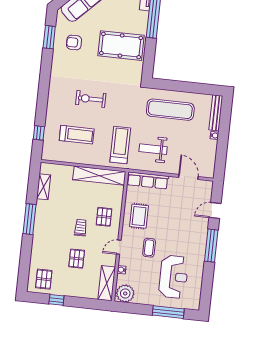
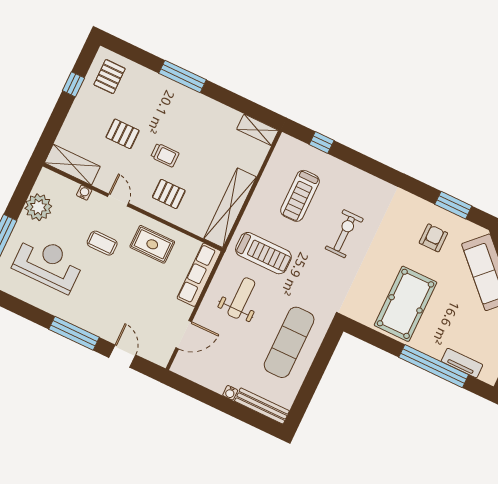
shelving: (44, 187) -> (258, 130), moved
window: (29, 219) -> (183, 76), moved
reception desk: (174, 277) -> (48, 264), turned 180
pallet: (44, 279) -> (110, 77), turned 90
plant: (125, 293) -> (38, 207), moved

